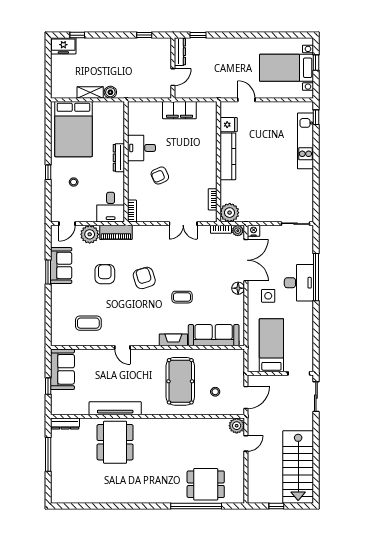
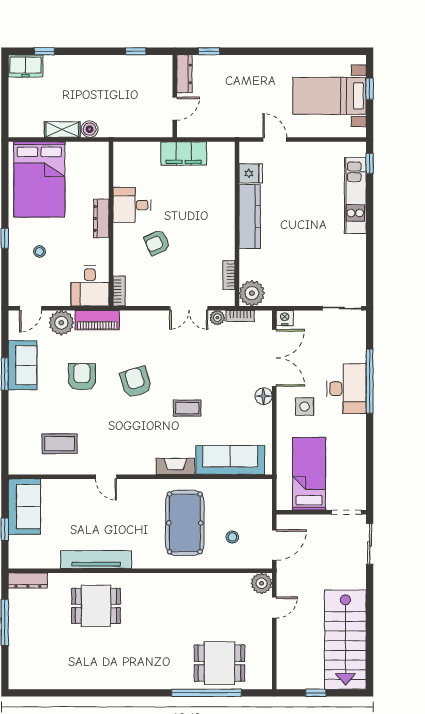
plant: (238, 231) -> (217, 318), moved
dining table: (115, 442) -> (96, 606), width x0.73

